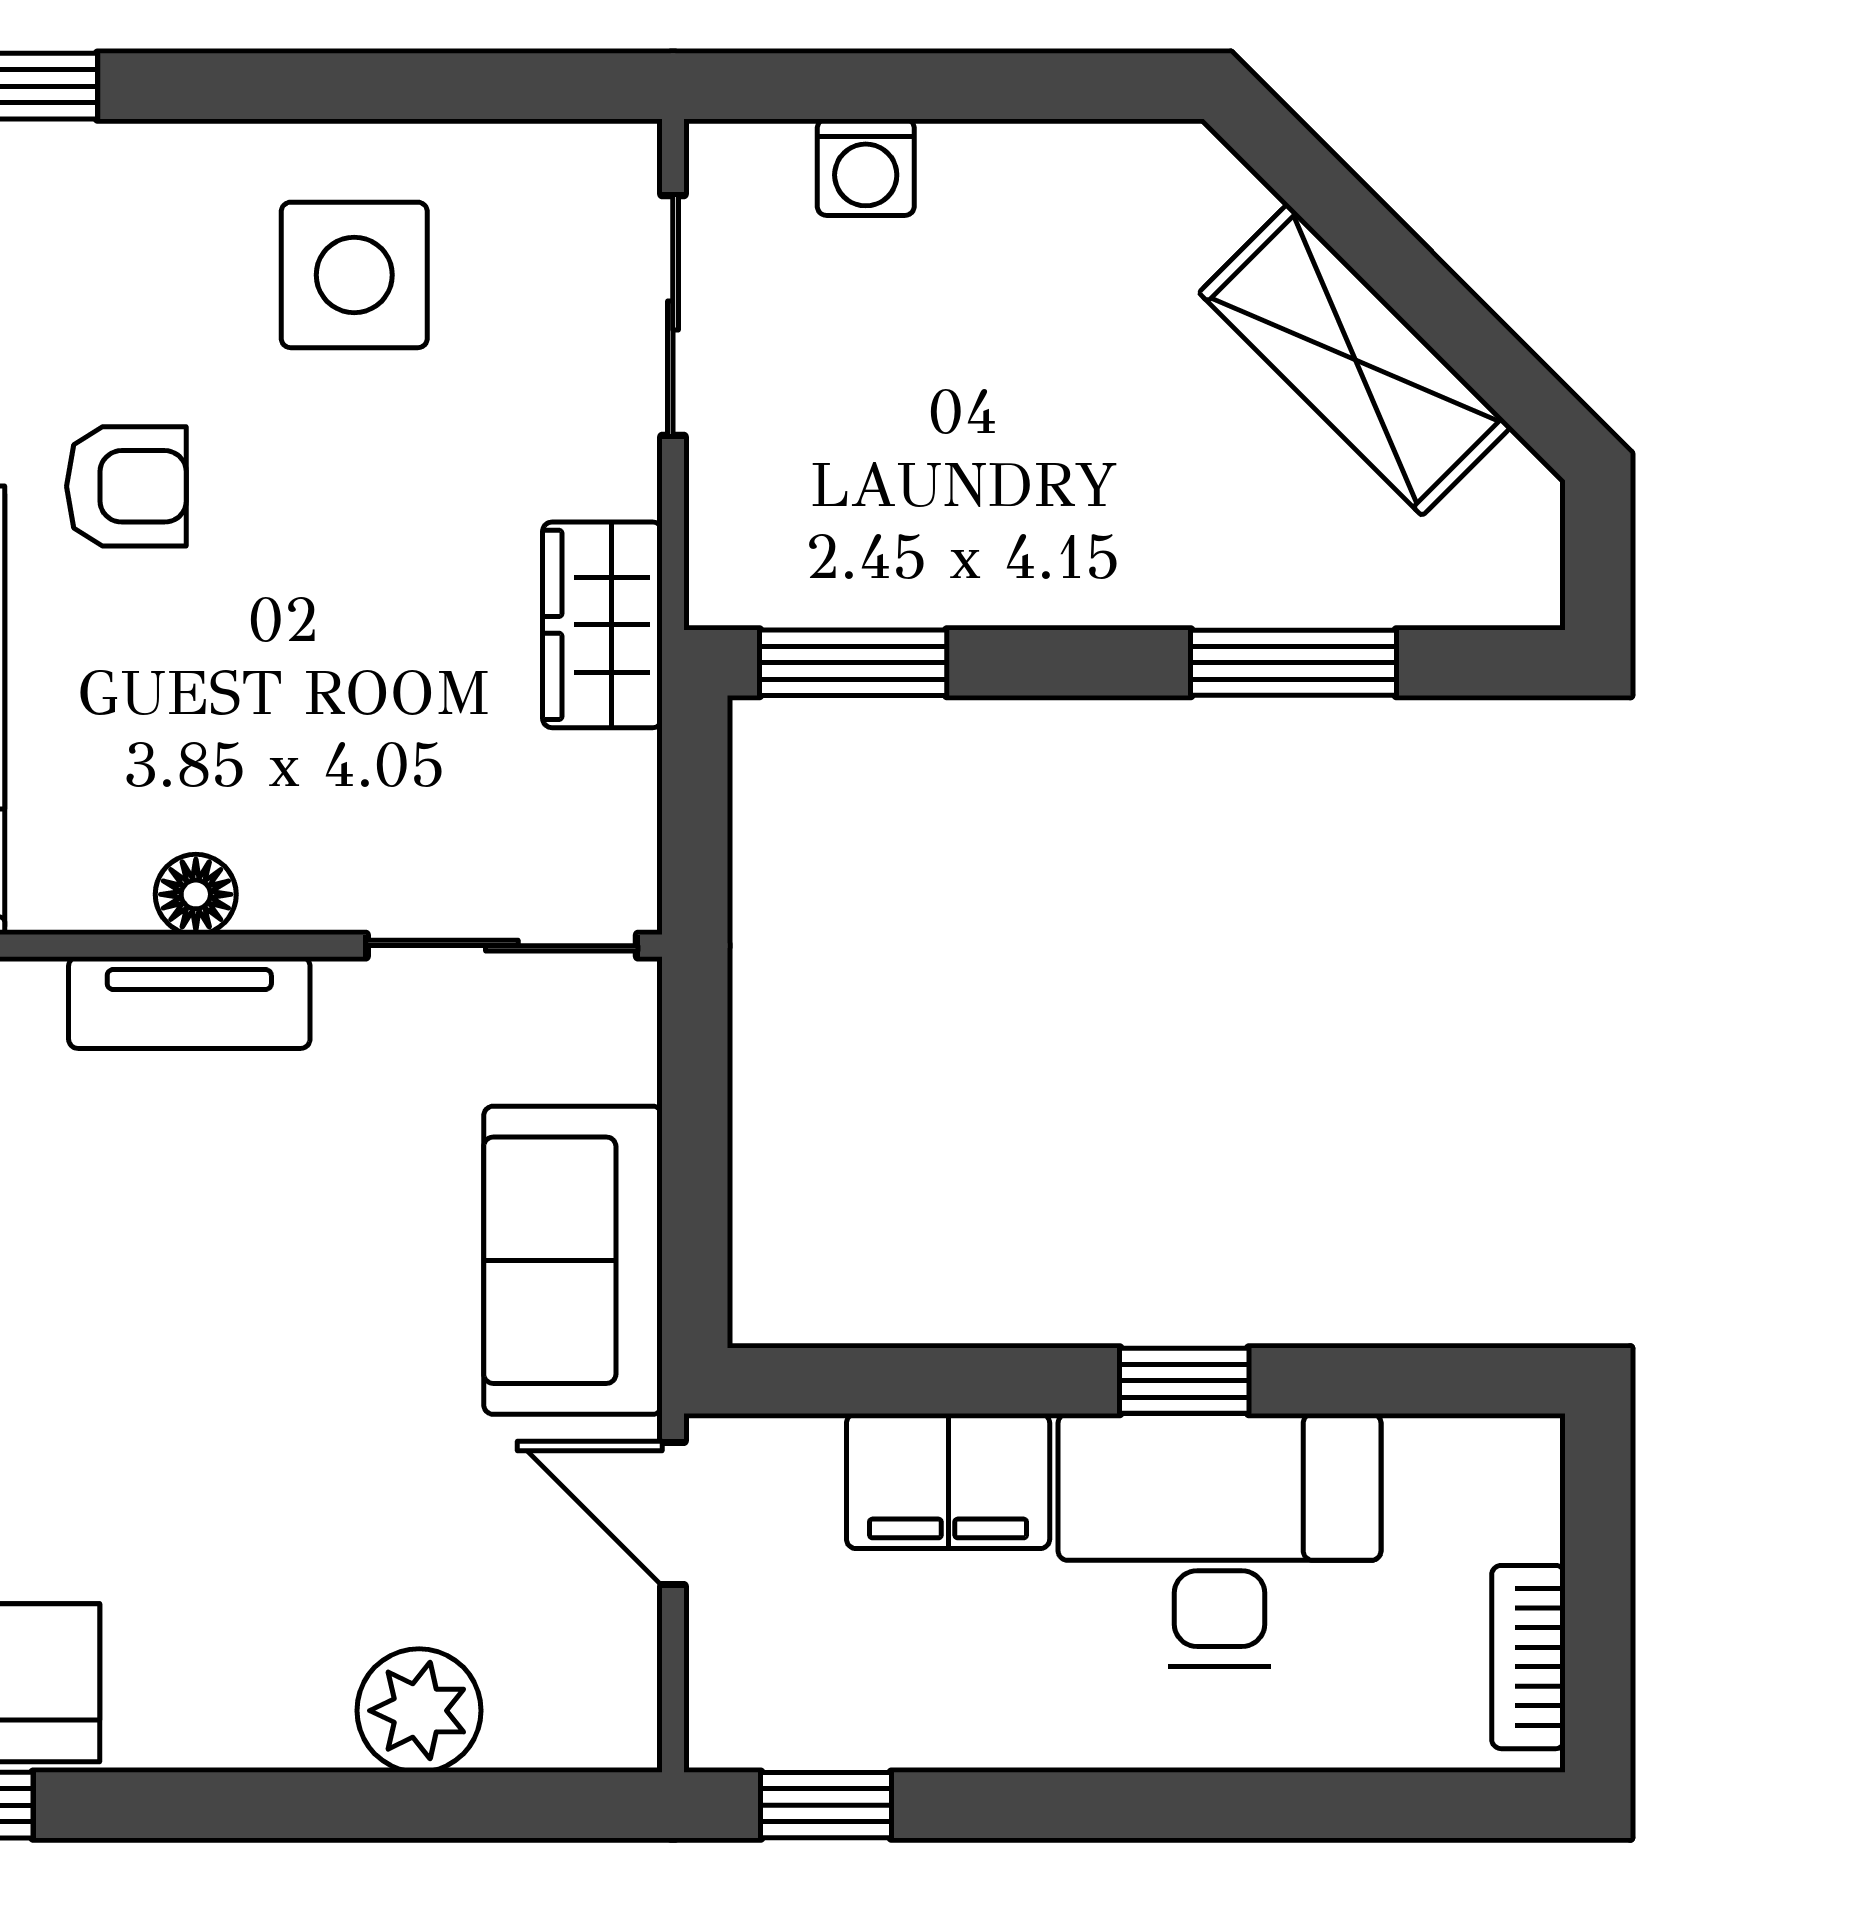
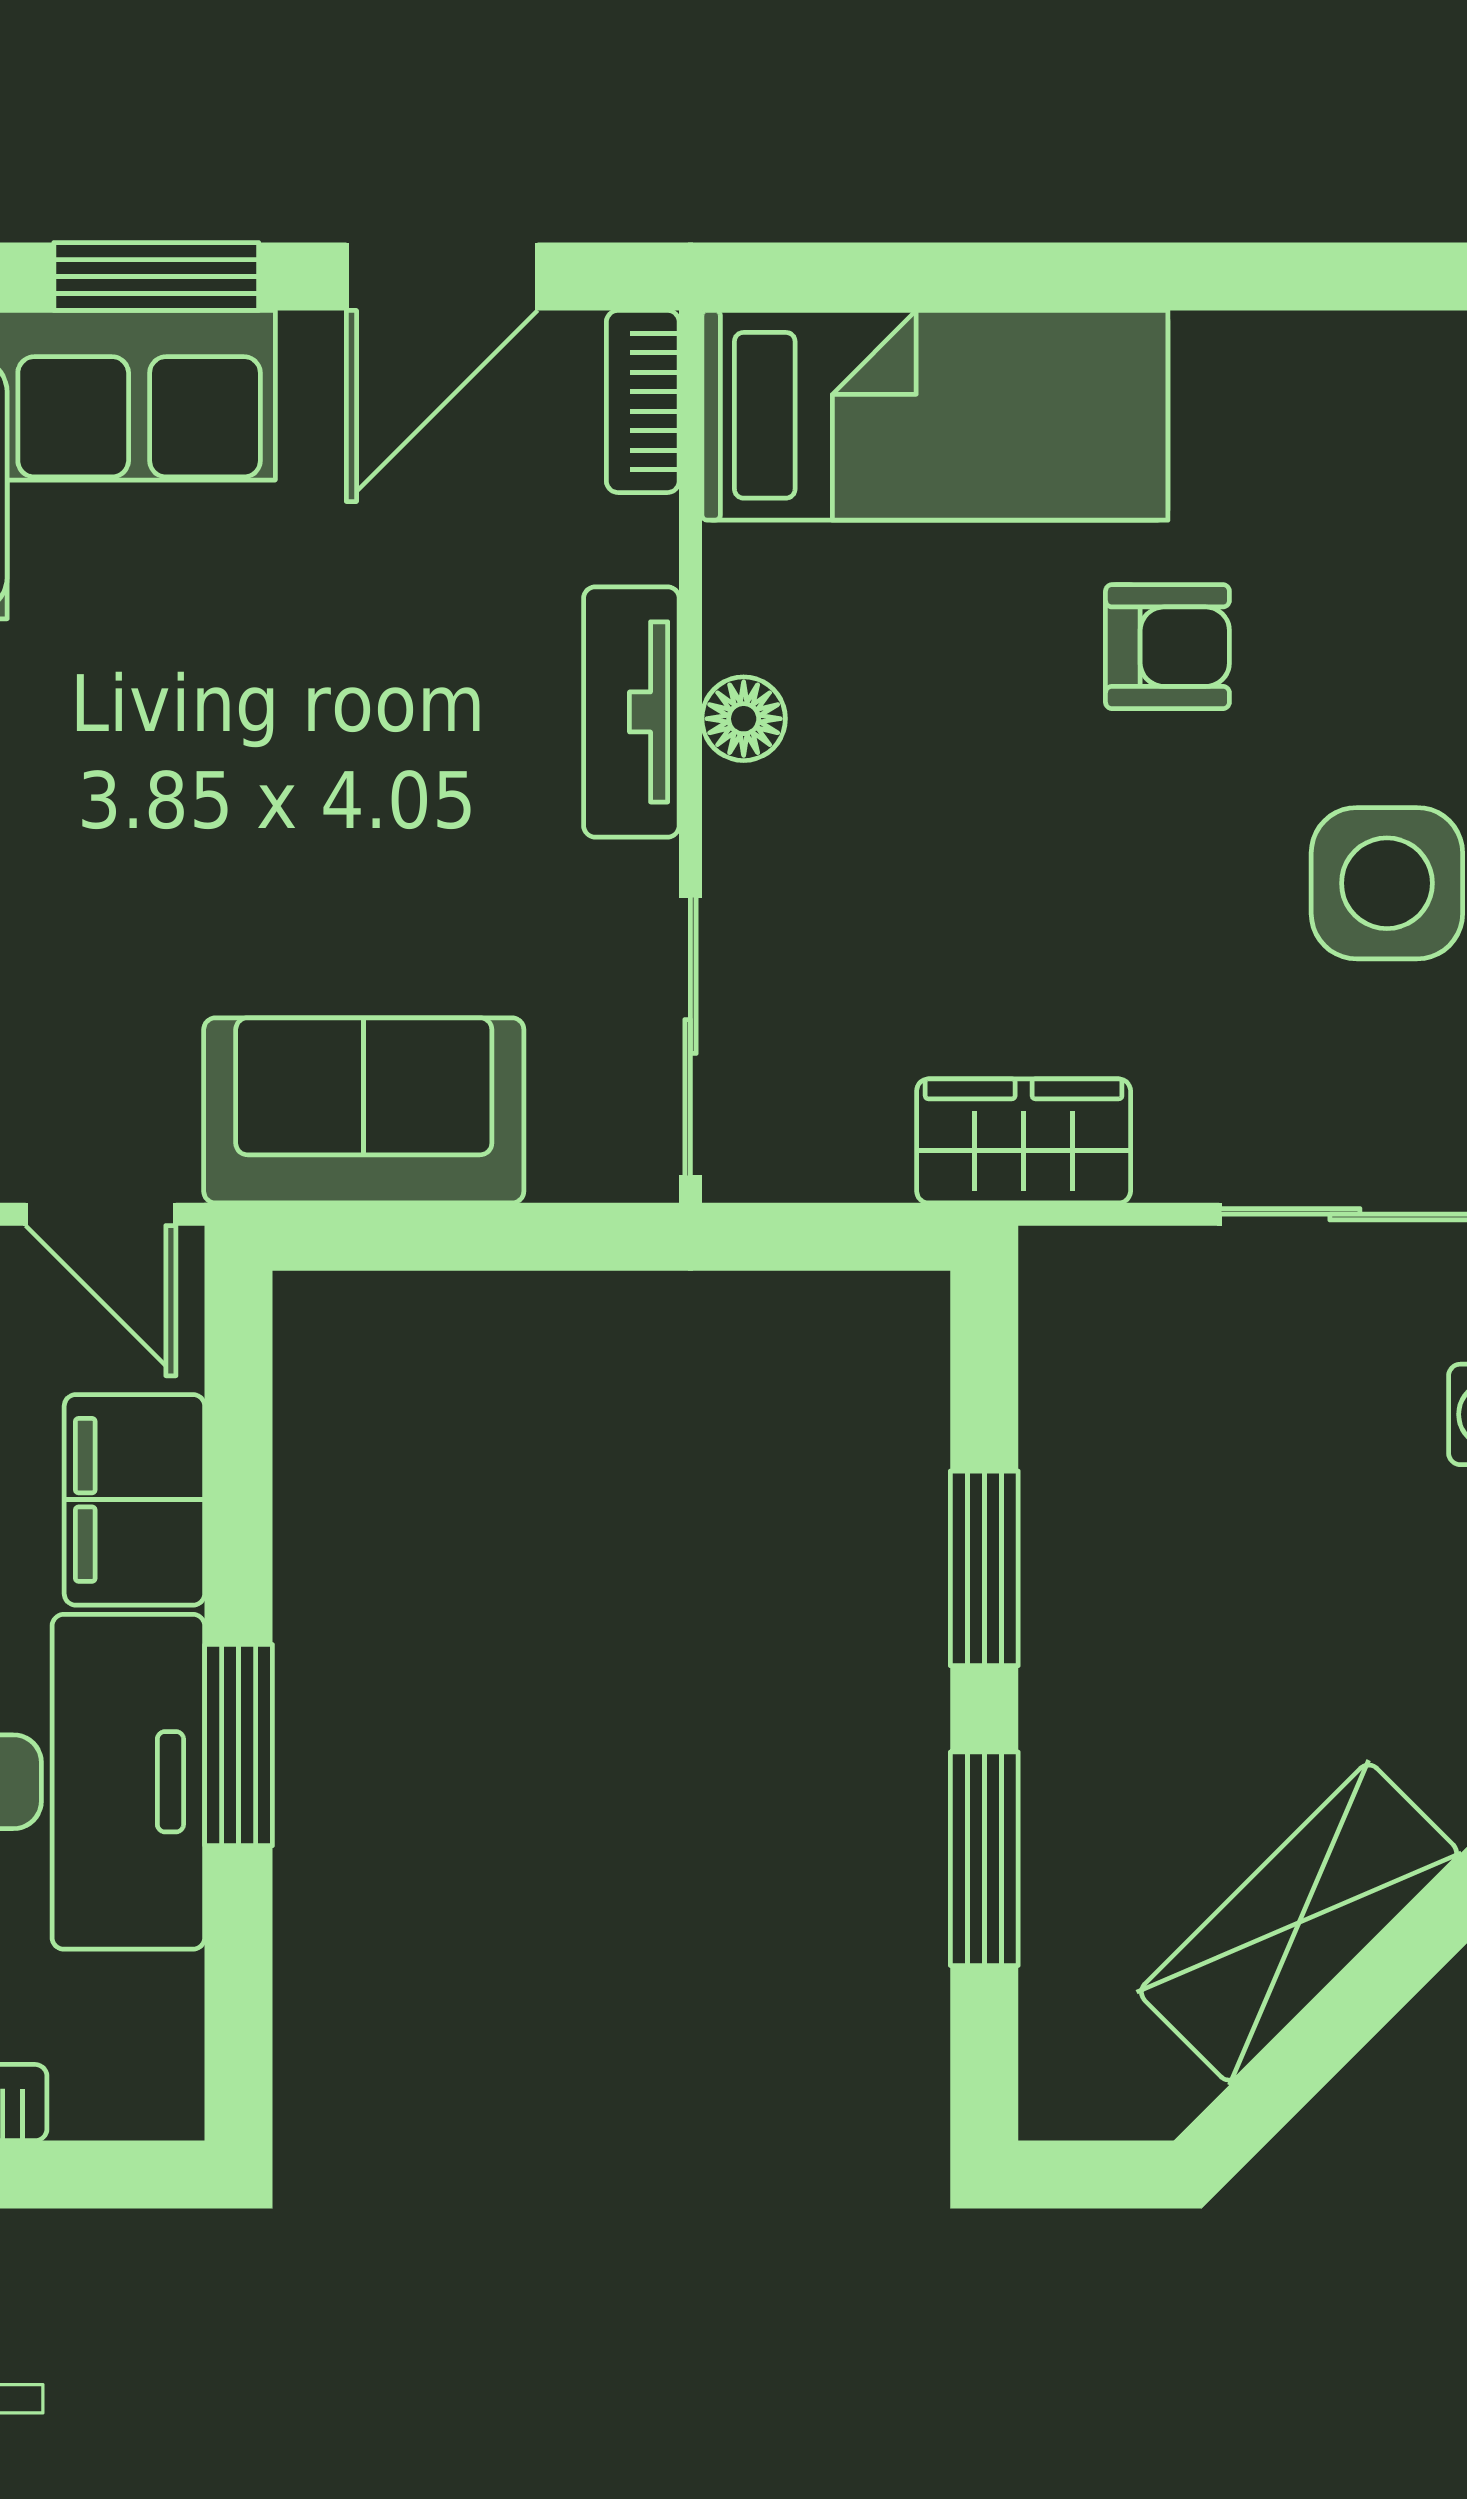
armchair: (126, 486) -> (1167, 647), turned -90
window: (853, 663) -> (984, 1568), moved
window: (1184, 1381) -> (239, 1745), width x1.50
door: (673, 1513) -> (101, 1214), swing flipped

